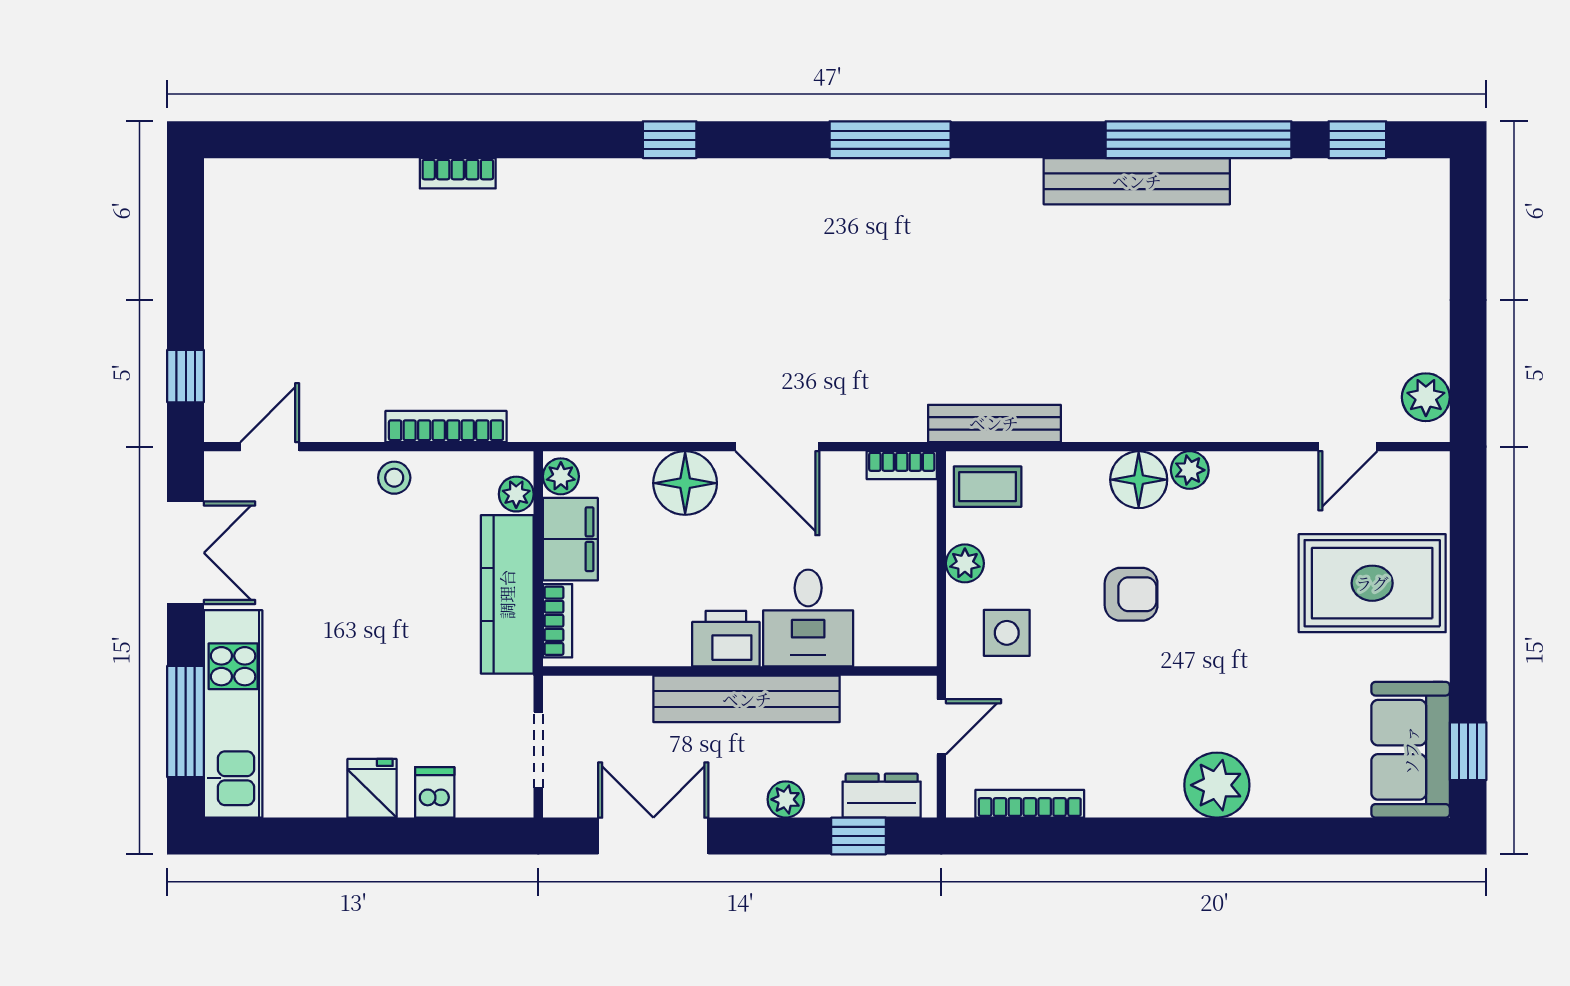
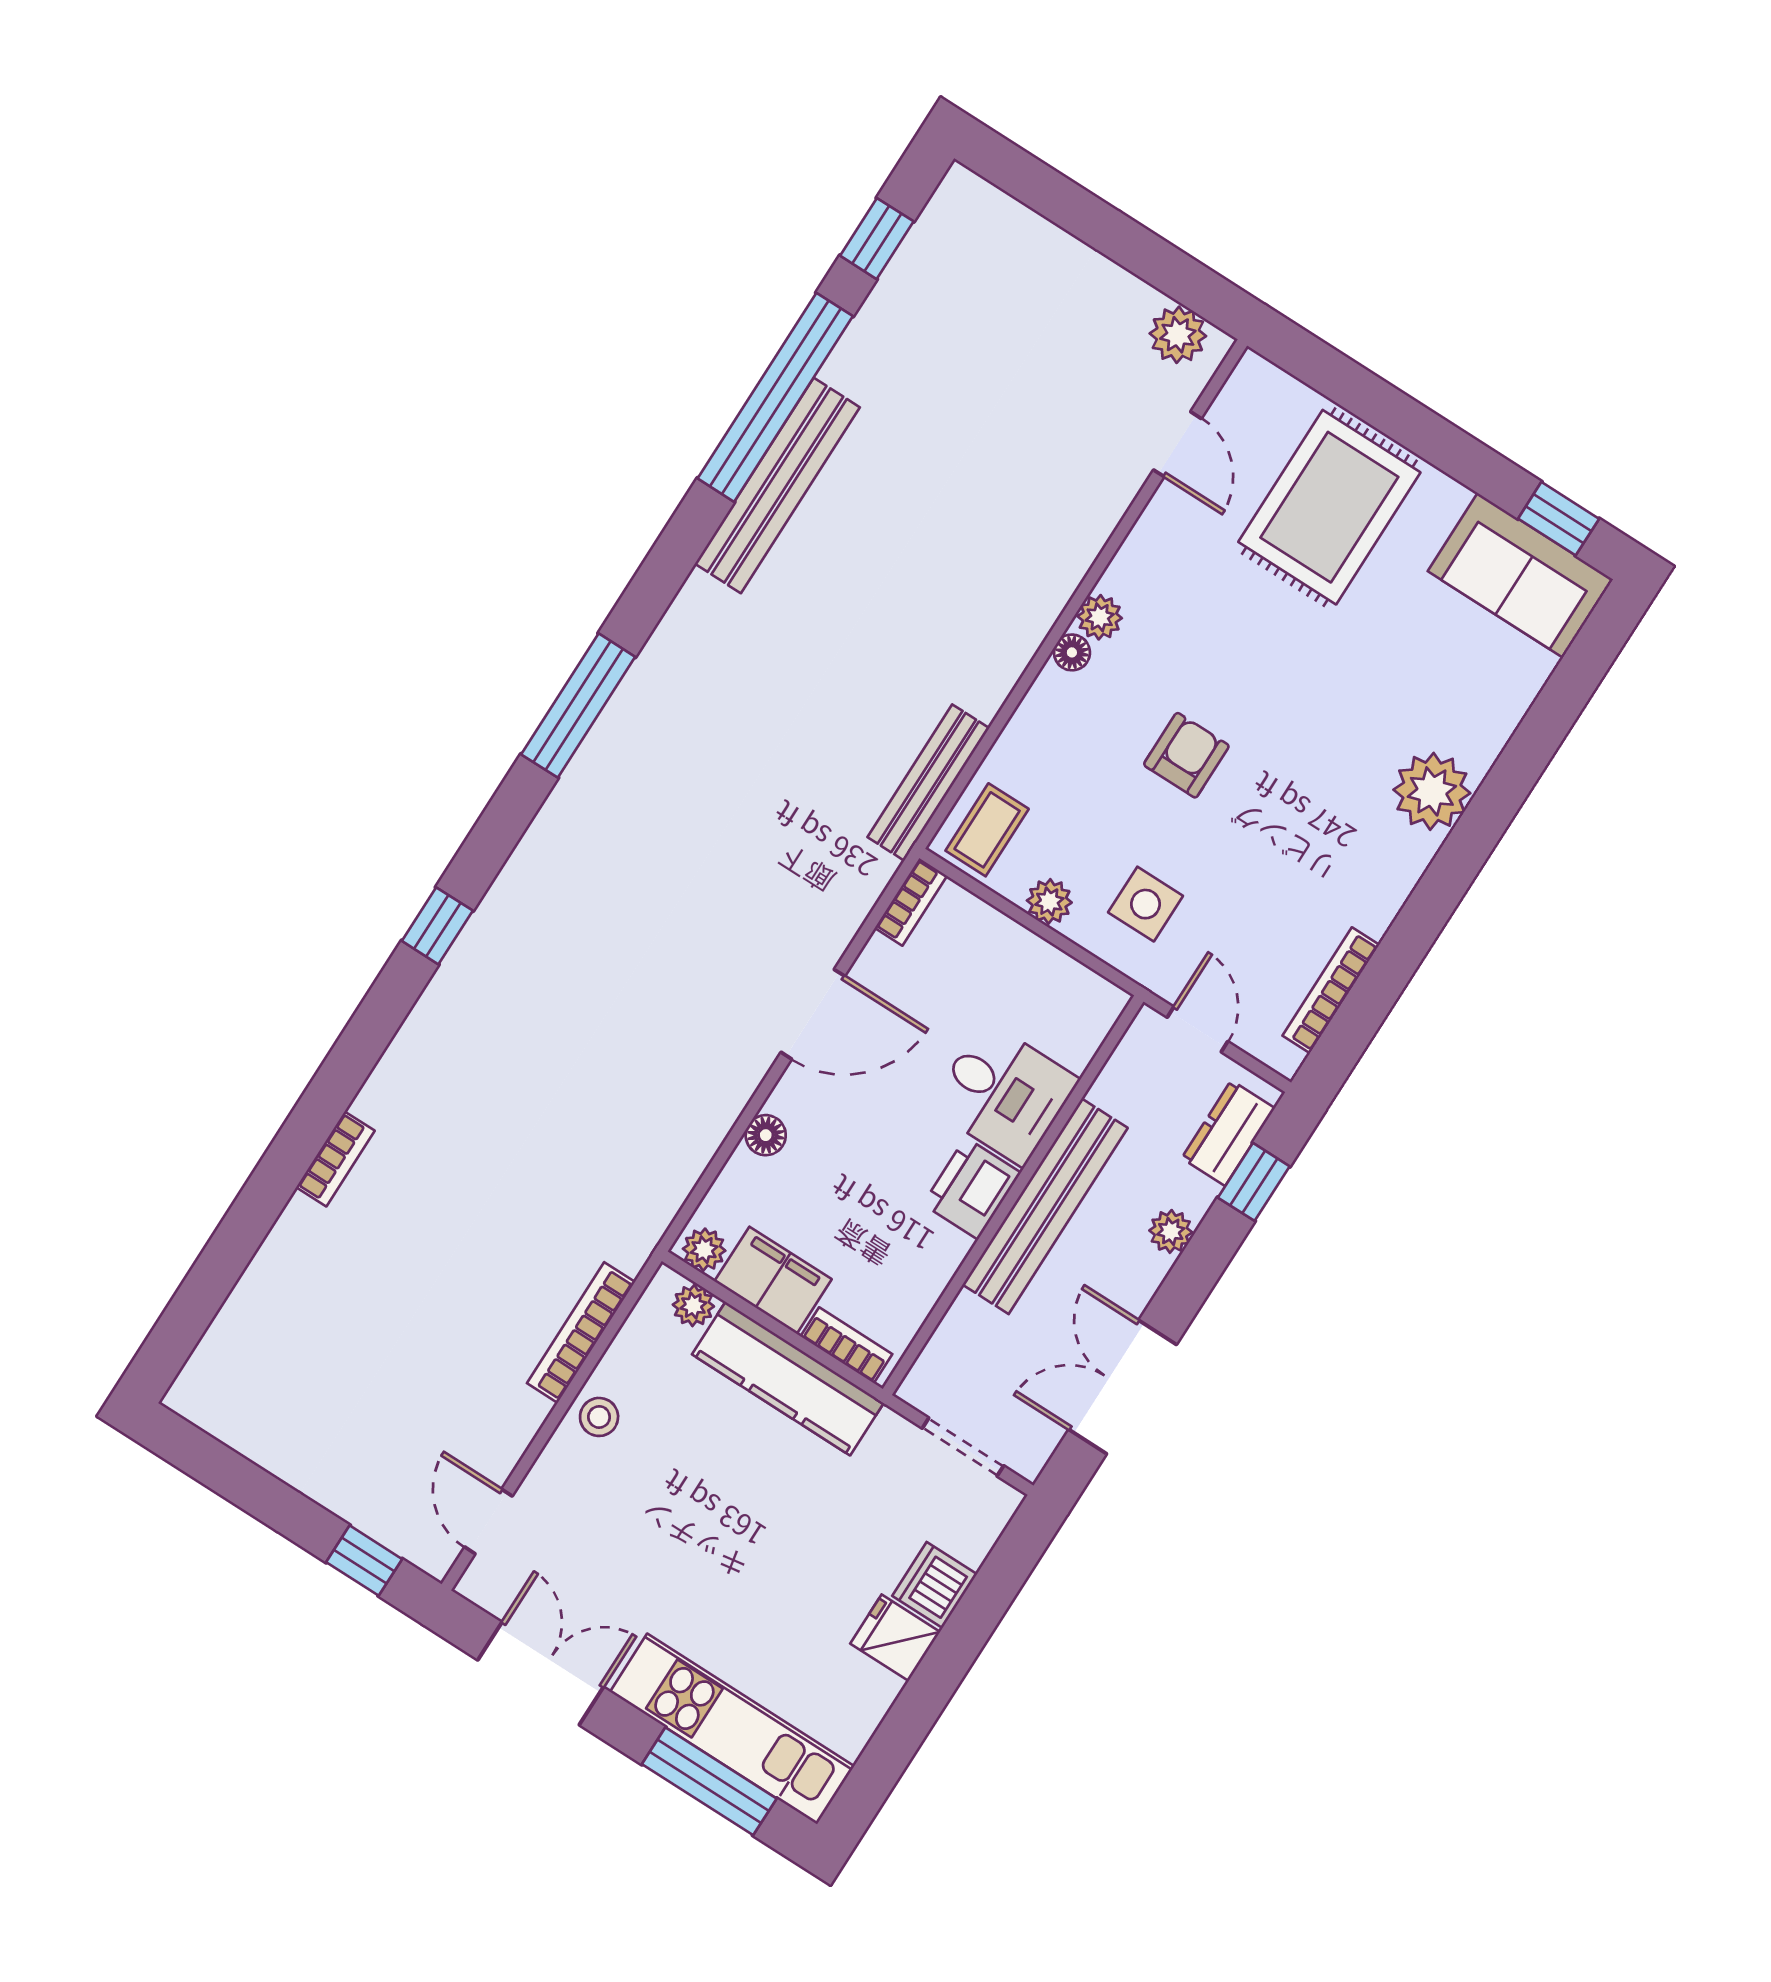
floor lamp: (1139, 480) -> (1072, 652), width x0.53, depth x0.53
floor lamp: (685, 483) -> (766, 1135), width x0.53, depth x0.53
dishwasher: (435, 792) -> (935, 1585), width x1.38

